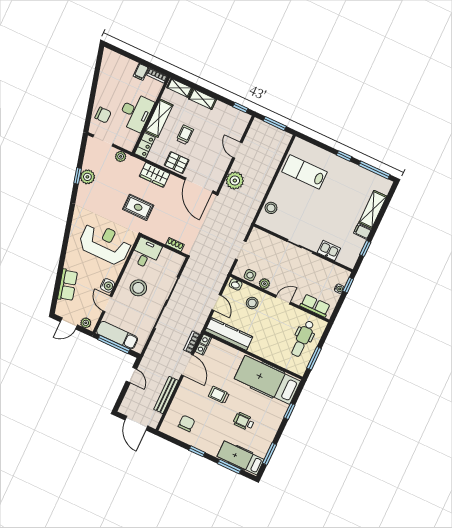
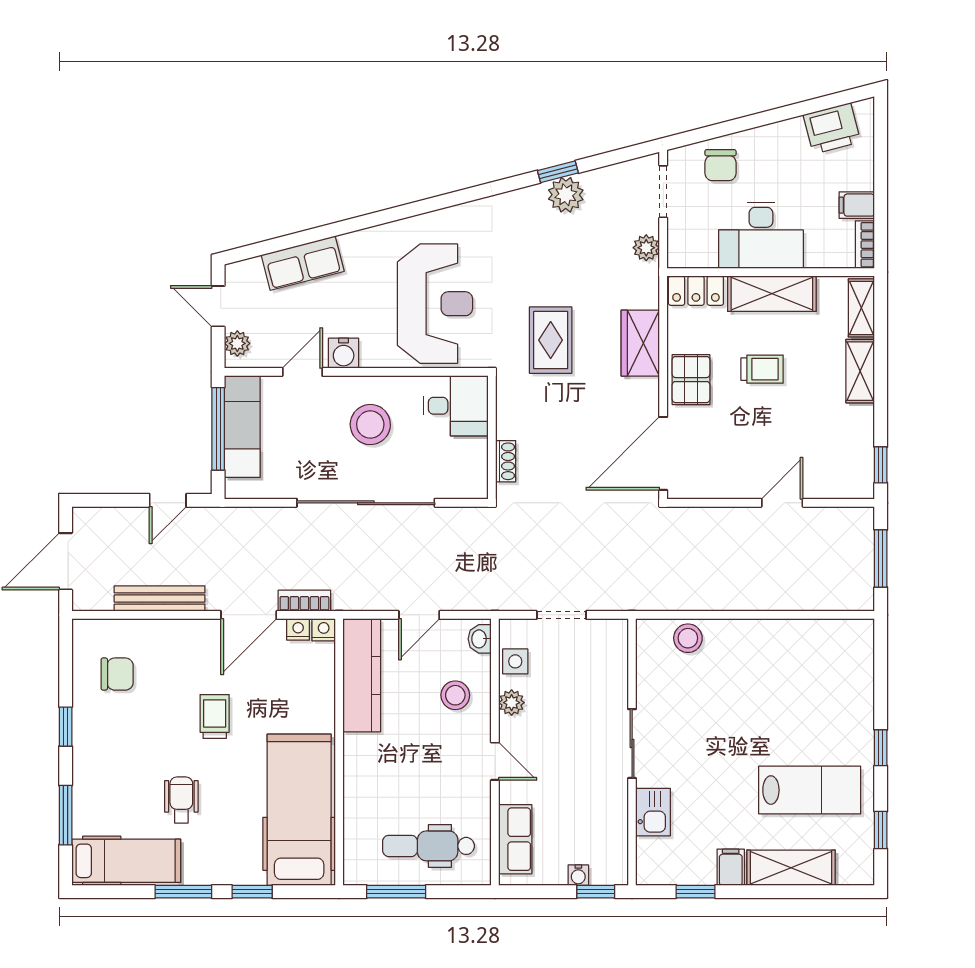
printer: (109, 68) -> (832, 128), added
window: (374, 170) -> (881, 830), width x0.46
lab bench: (304, 172) -> (810, 790), moved, turned 90
plant: (235, 181) -> (711, 529), removed
window: (269, 454) -> (183, 892), moved
hospital bed: (241, 458) -> (126, 861), moved, turned 90

